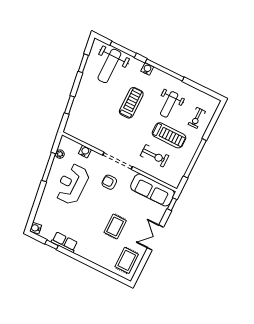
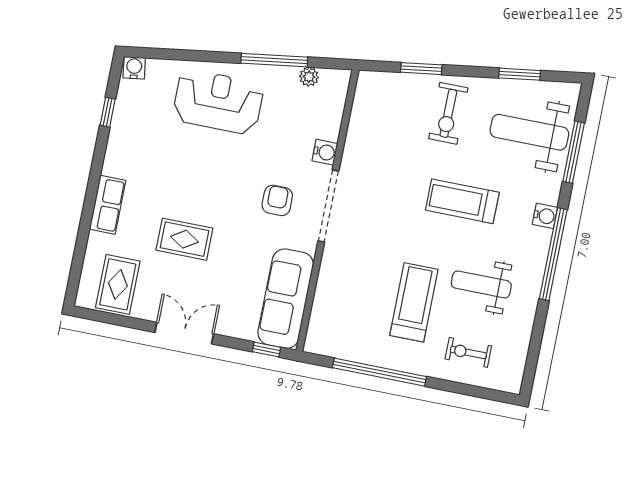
treadmill: (131, 103) -> (462, 201), turned 180
treadmill: (169, 135) -> (414, 302), turned 180
water cooler: (85, 151) -> (325, 152), moved
exercise bike: (154, 156) -> (448, 113), moved
reception desk: (72, 184) -> (218, 102), moved
row of seats: (64, 242) -> (107, 205), moved
rug: (127, 260) -> (118, 284), turned 90

